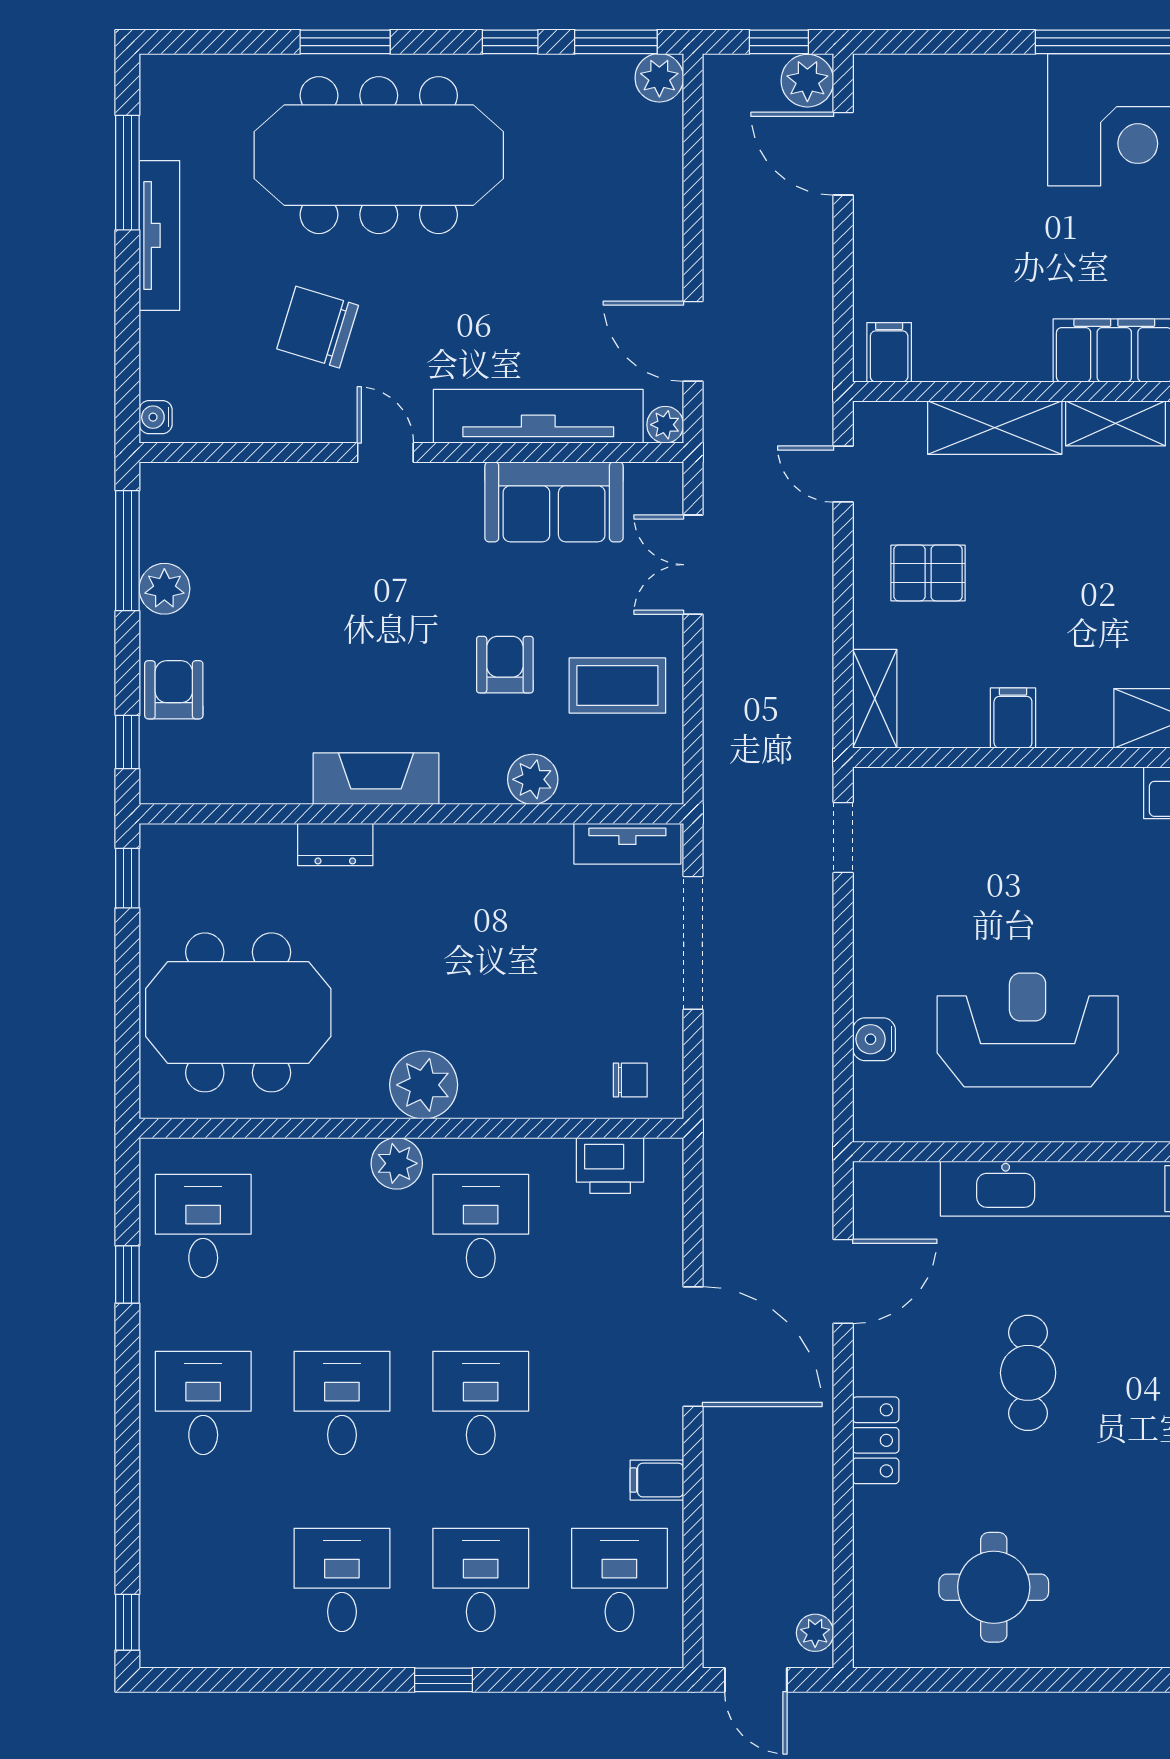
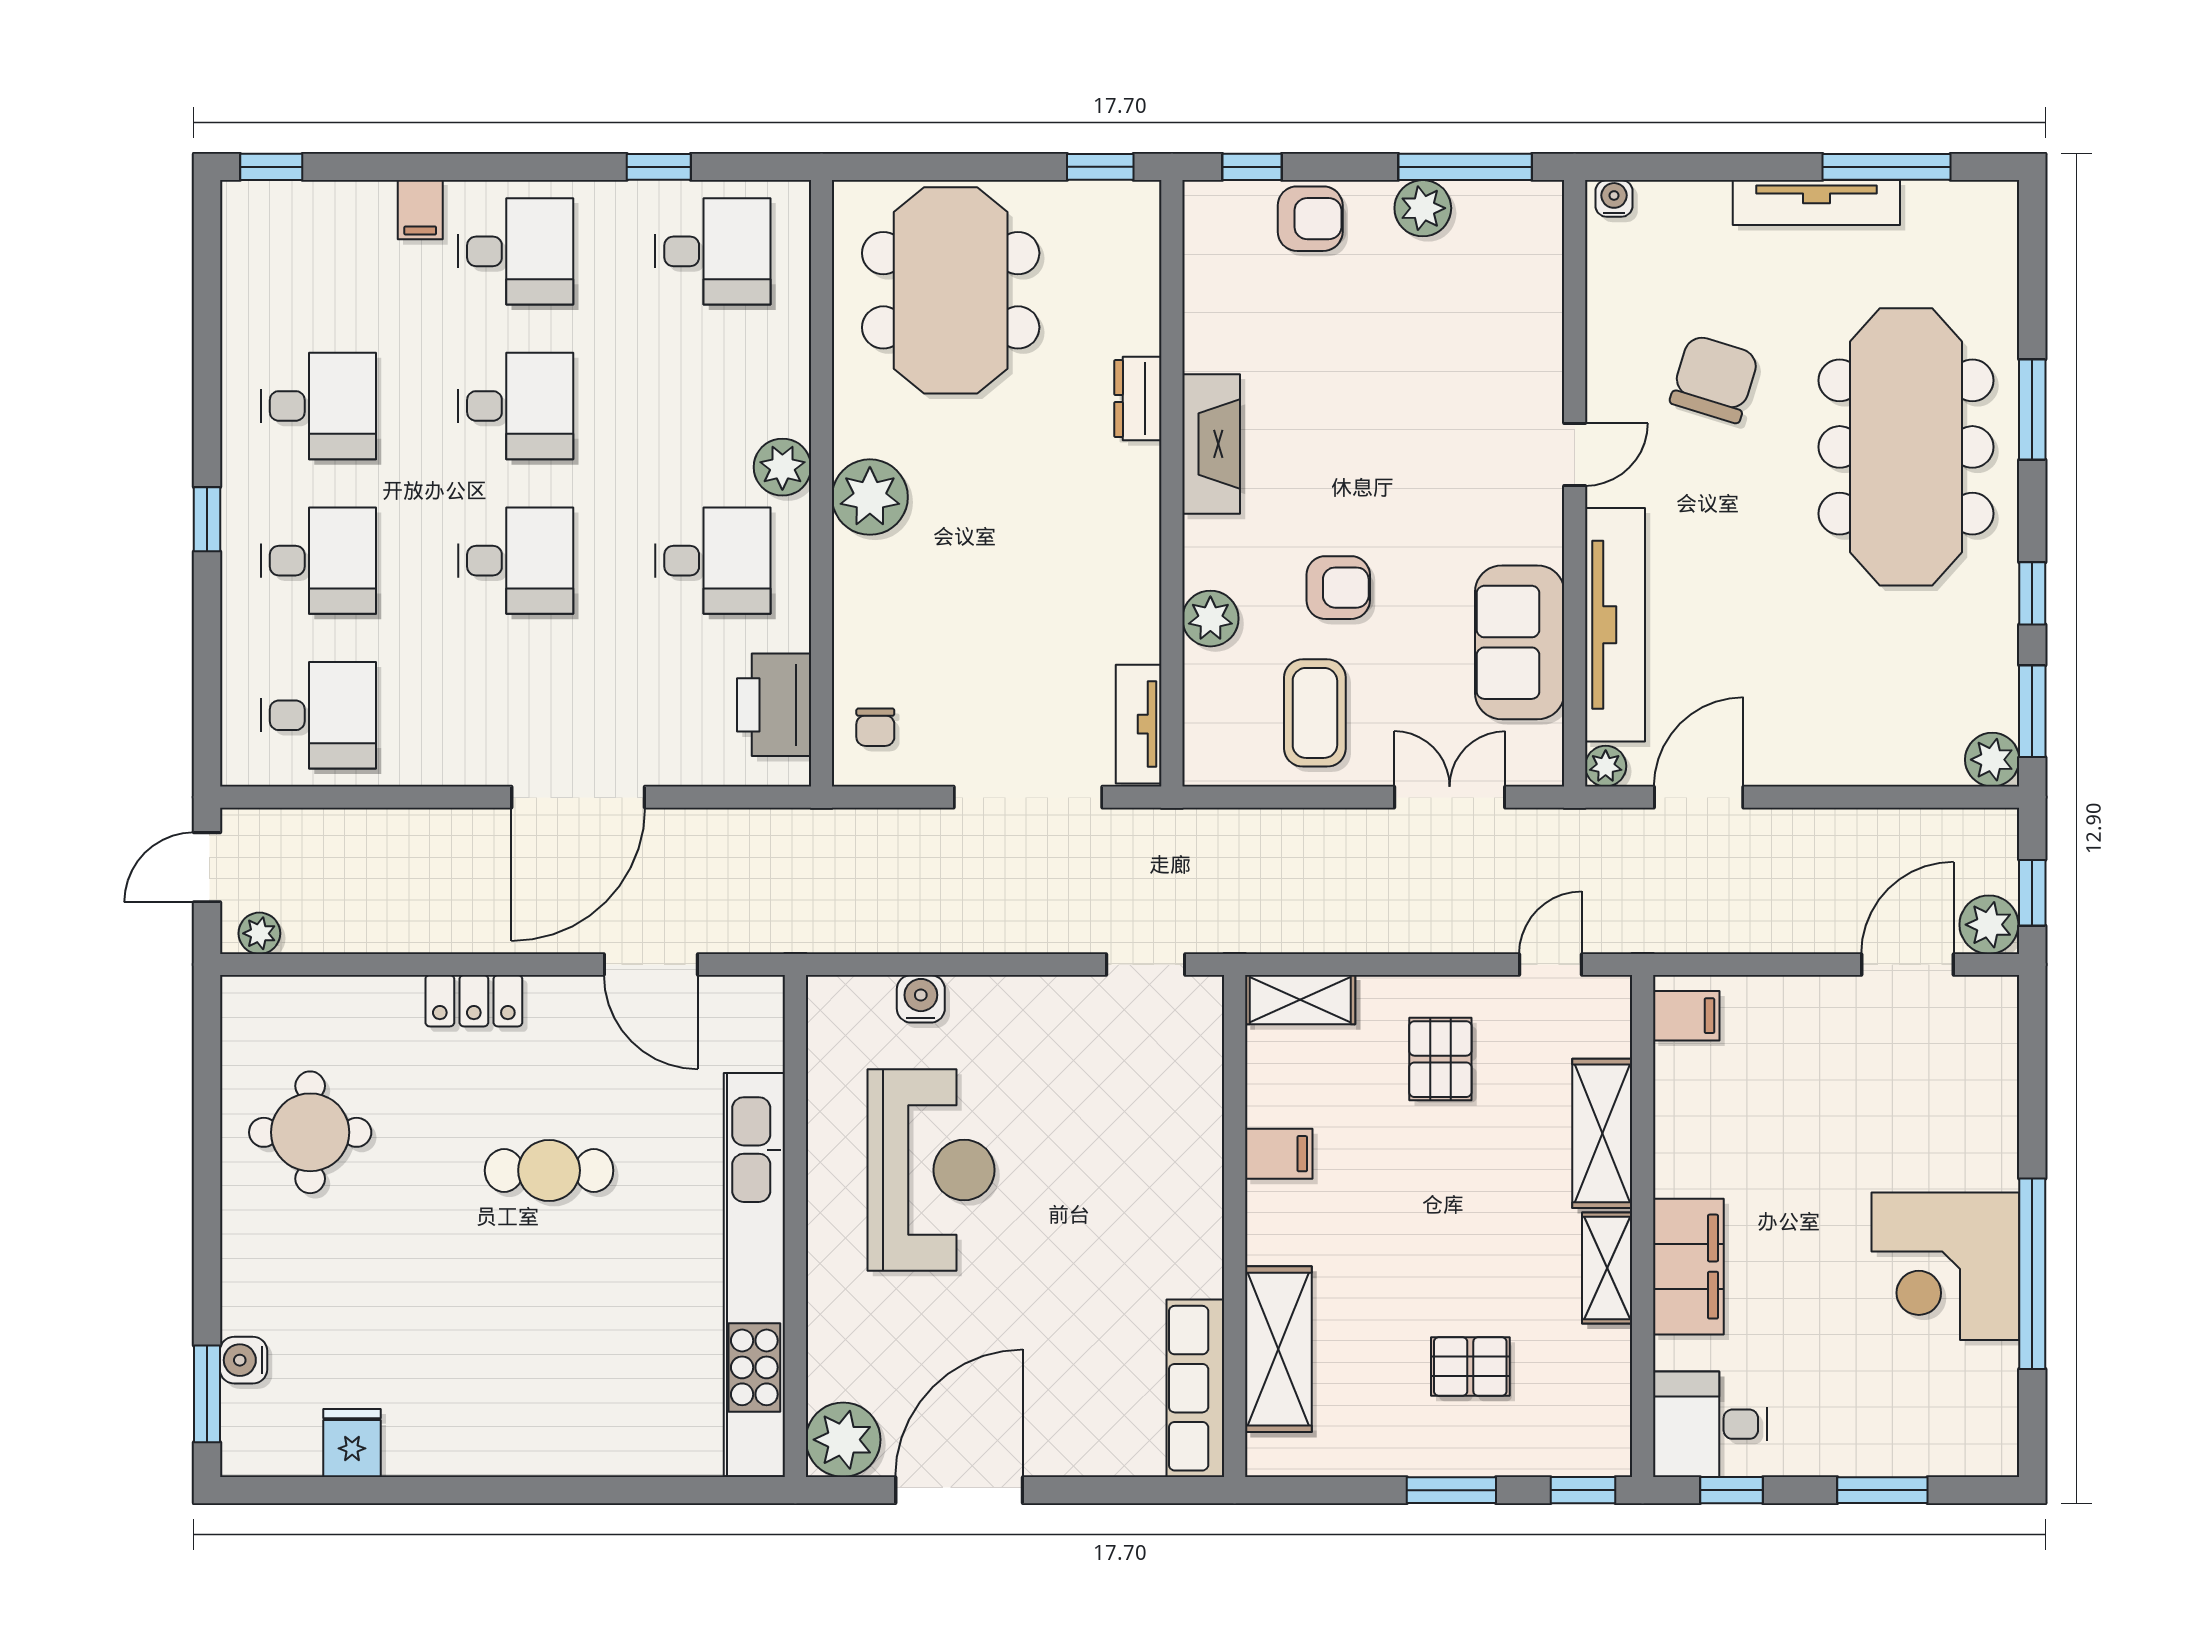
printer: (610, 1166) -> (774, 705), width x1.37, depth x1.19
filing cabinet: (657, 1480) -> (420, 210), moved, turned 180

